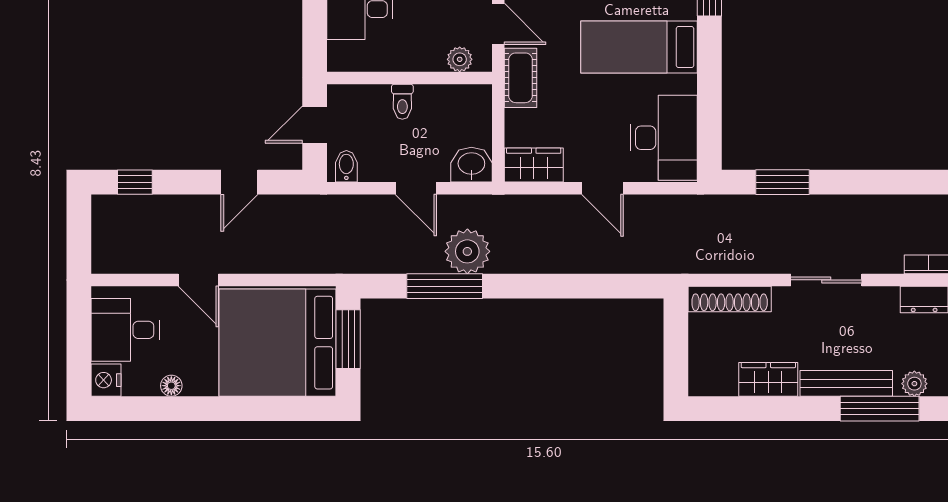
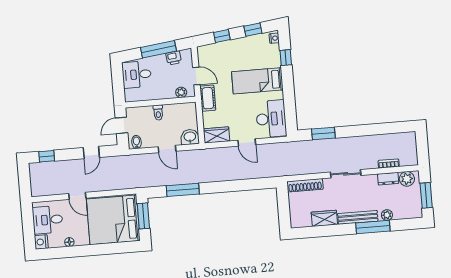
plant: (467, 251) -> (191, 174), removed

